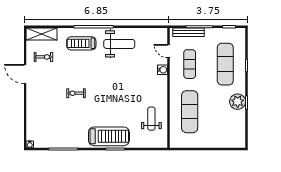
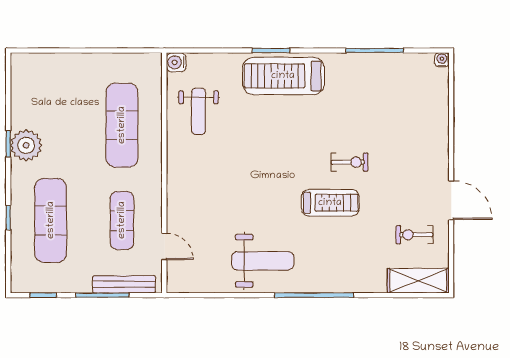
treadmill: (81, 43) -> (330, 203), moved
weight bench: (119, 44) -> (263, 261), turned 180
water cooler: (163, 70) -> (176, 62), moved

